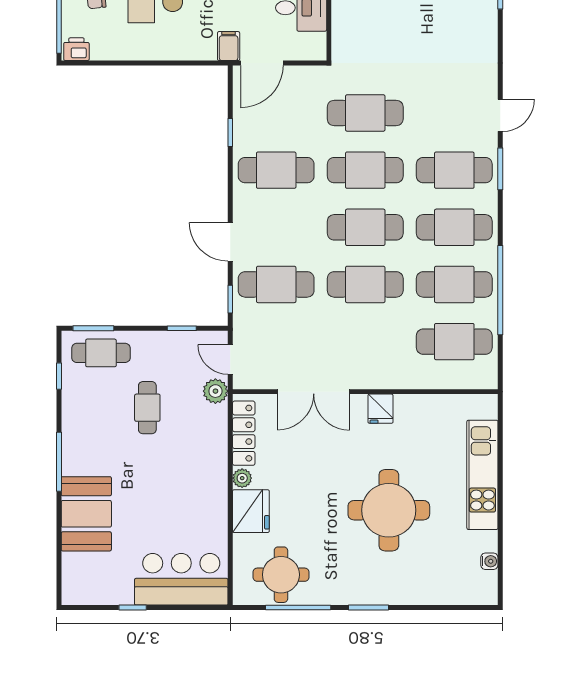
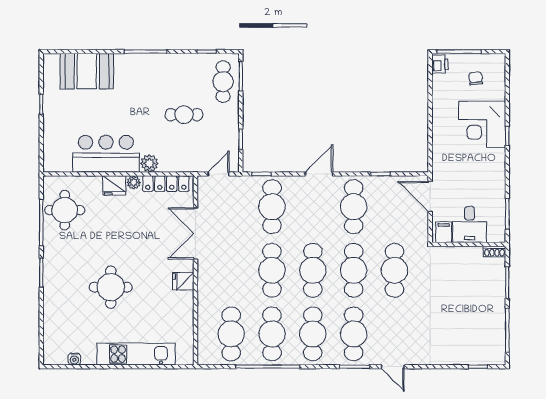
filing cabinet: (229, 46) -> (444, 232), moved, turned -90
door: (230, 242) -> (319, 174), moved
plant: (215, 391) -> (149, 163), moved
round table: (389, 510) -> (111, 287), width x0.73, depth x0.73
fridge: (251, 511) -> (114, 185), width x0.73, depth x0.75
booth: (86, 514) -> (87, 71), moved
bar counter: (181, 579) -> (106, 154), moved, turned -90

